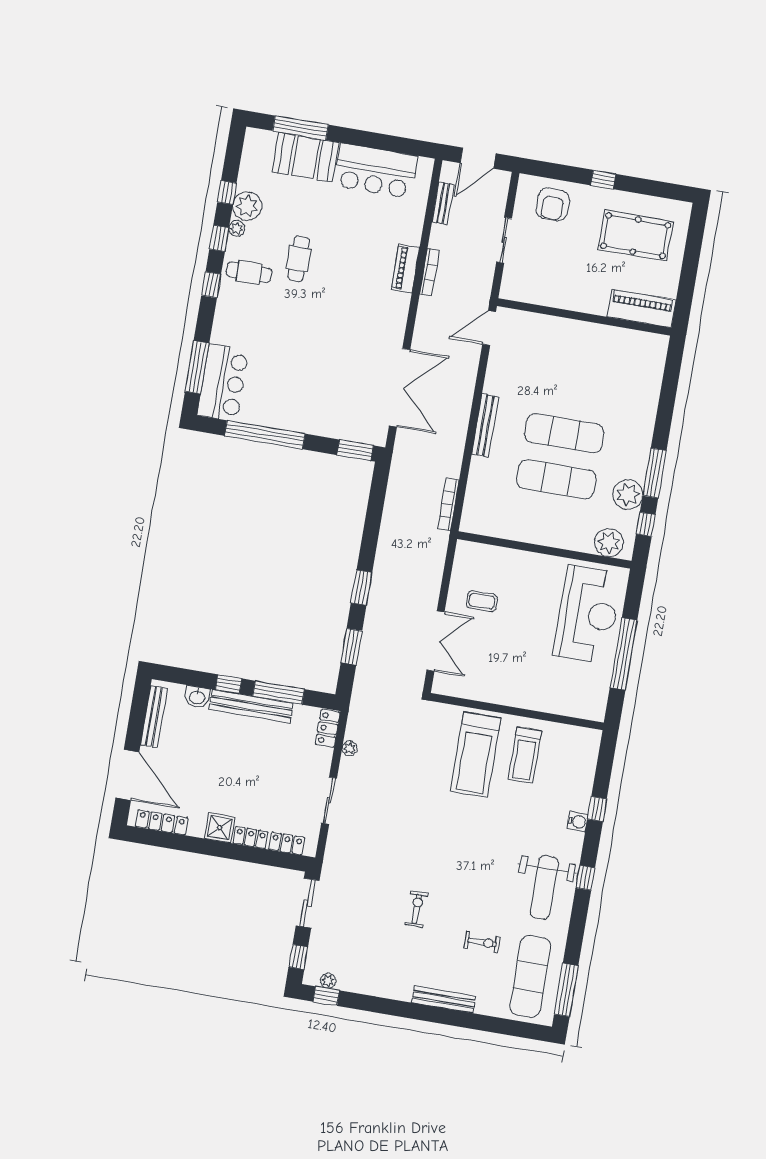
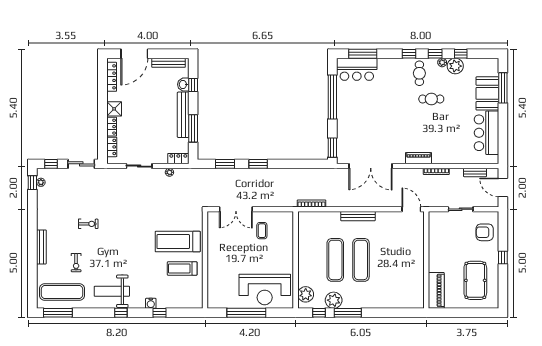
piano: (405, 268) -> (418, 158), moved
window: (229, 684) -> (193, 85), moved

